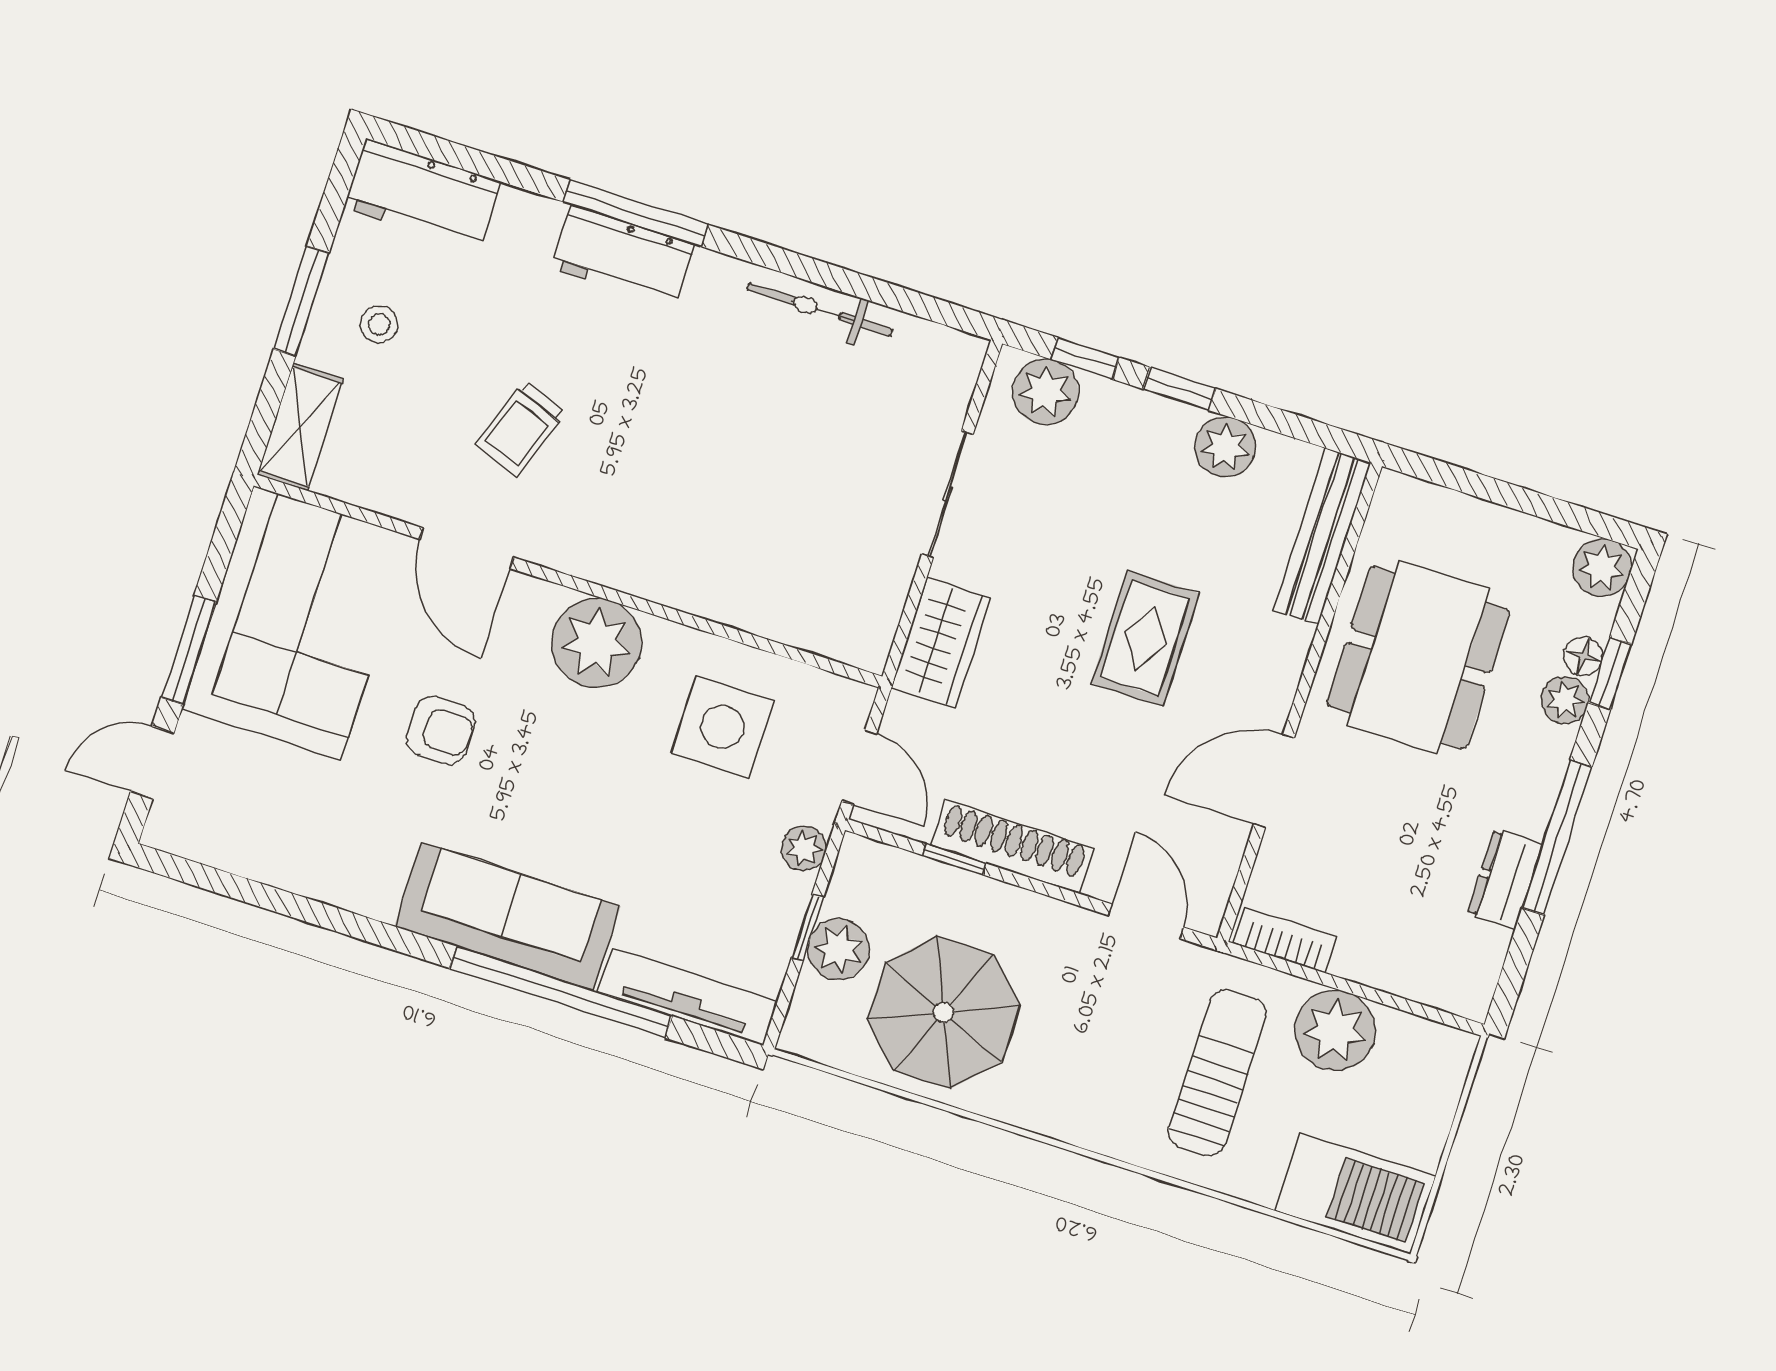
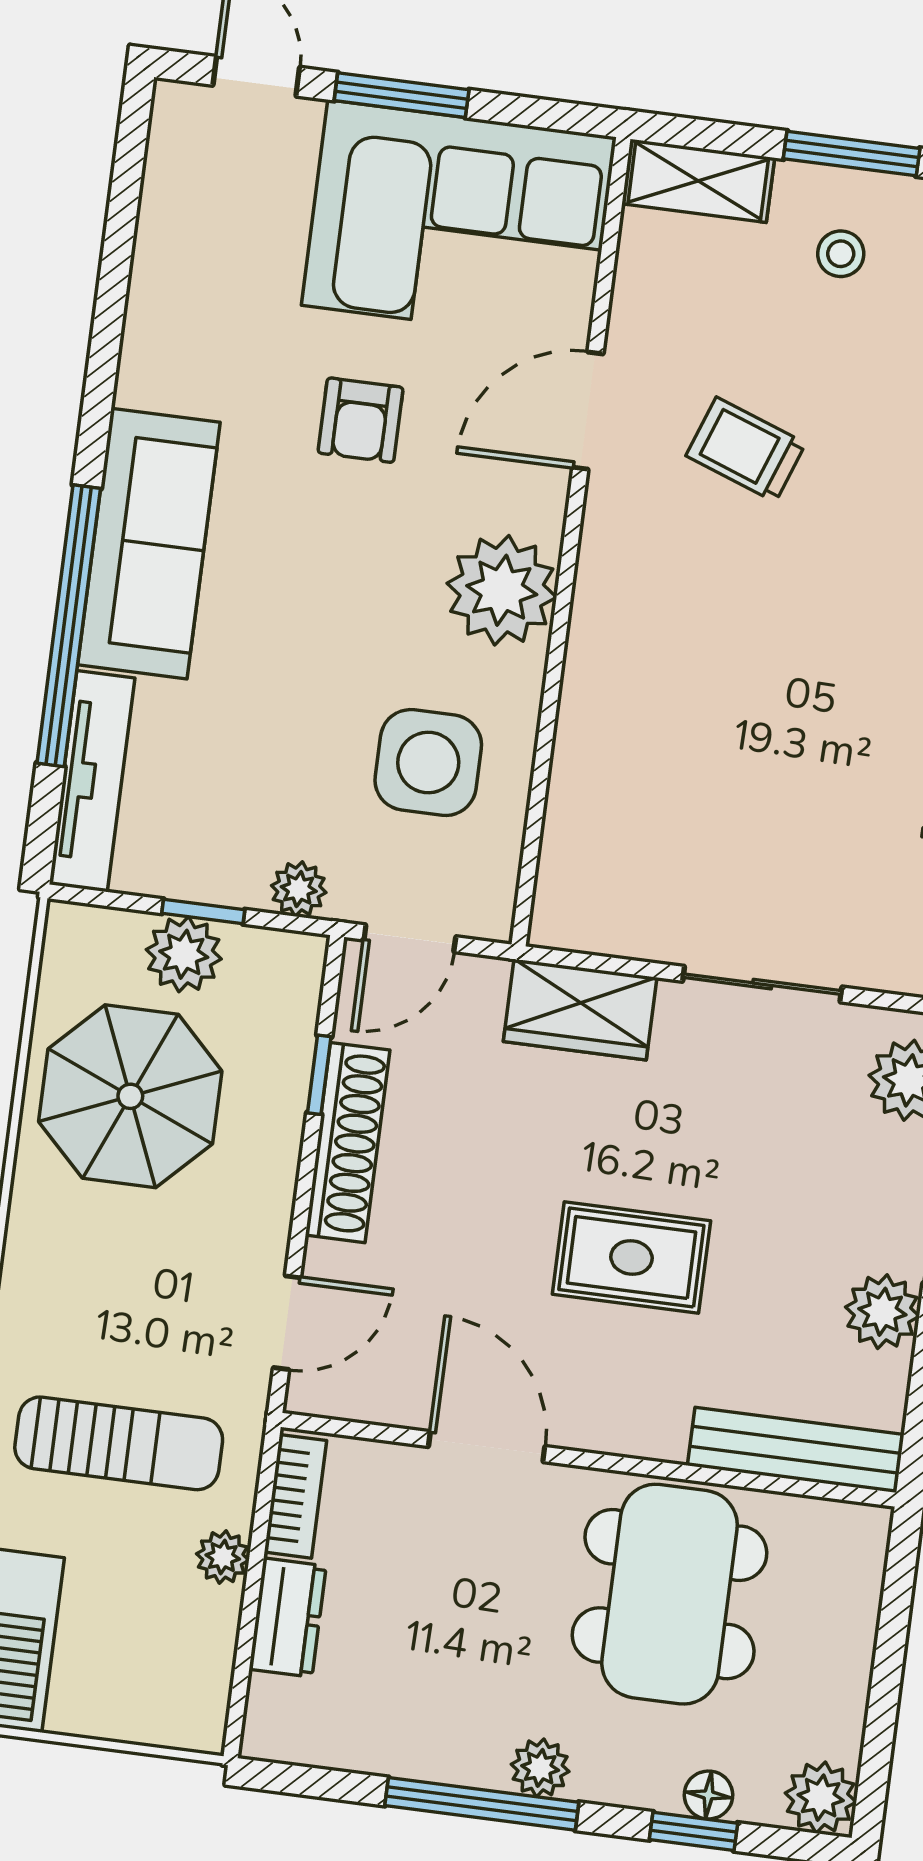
dining table: (1418, 658) -> (670, 1594), turned 90
plant: (1565, 700) -> (540, 1768), moved
dresser: (1505, 879) -> (288, 1618), moved, turned 90
plant: (1335, 1030) -> (223, 1557), width x0.53, depth x0.53

